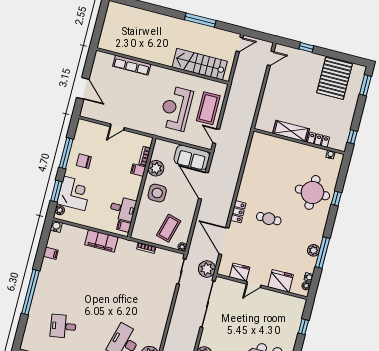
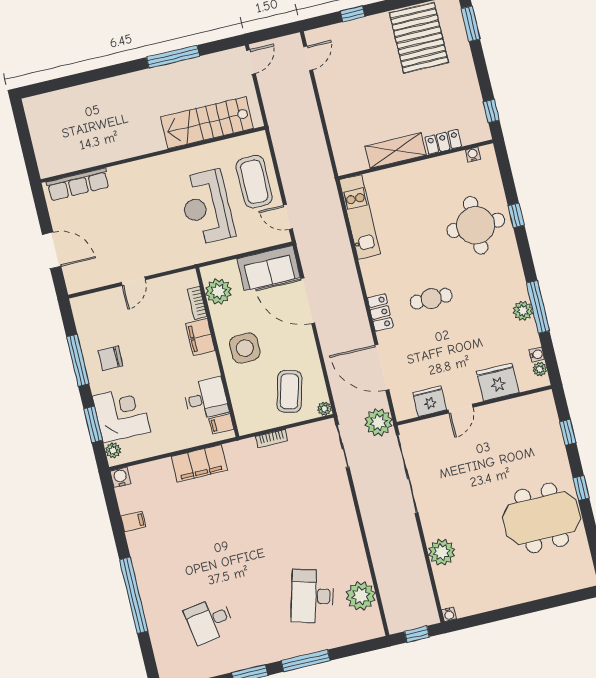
row of seats: (132, 65) -> (78, 184), moved
kitchen unit: (254, 156) -> (360, 217), added
plant: (156, 168) -> (218, 291), moved
filing cabinet: (138, 170) -> (200, 337), width x2.00

